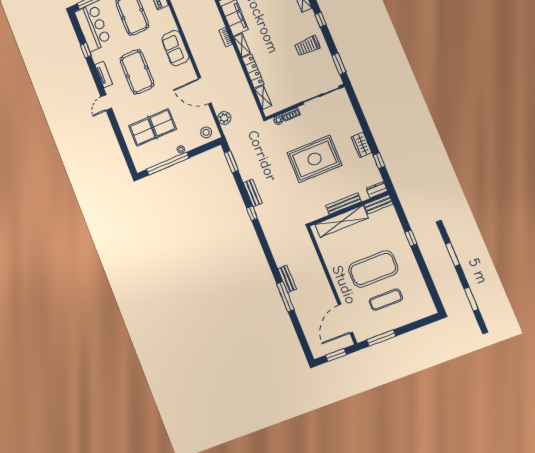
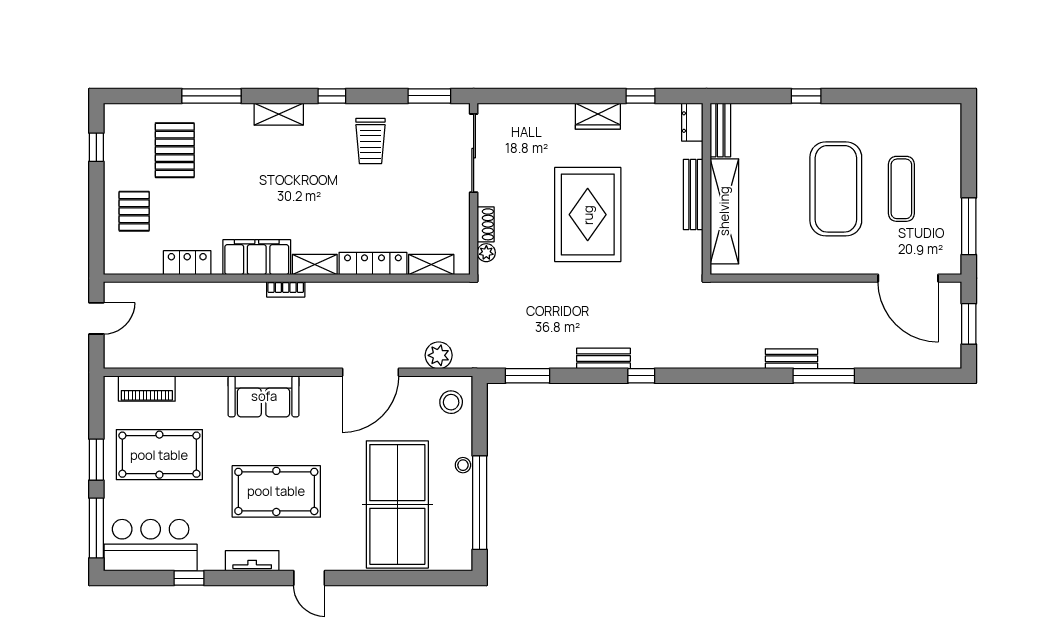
table tennis table: (153, 128) -> (397, 504), width x1.36, depth x1.32

